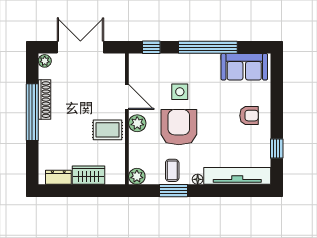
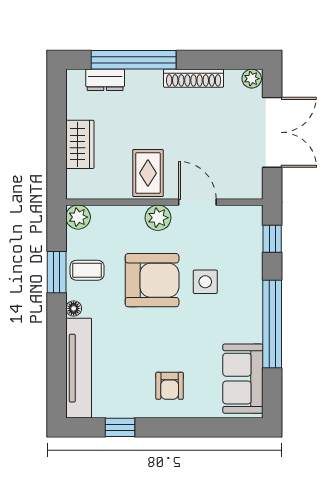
door: (127, 97) -> (197, 202), swing flipped
window: (32, 112) -> (134, 60), moved
dresser: (58, 177) -> (105, 80), moved, turned 90

